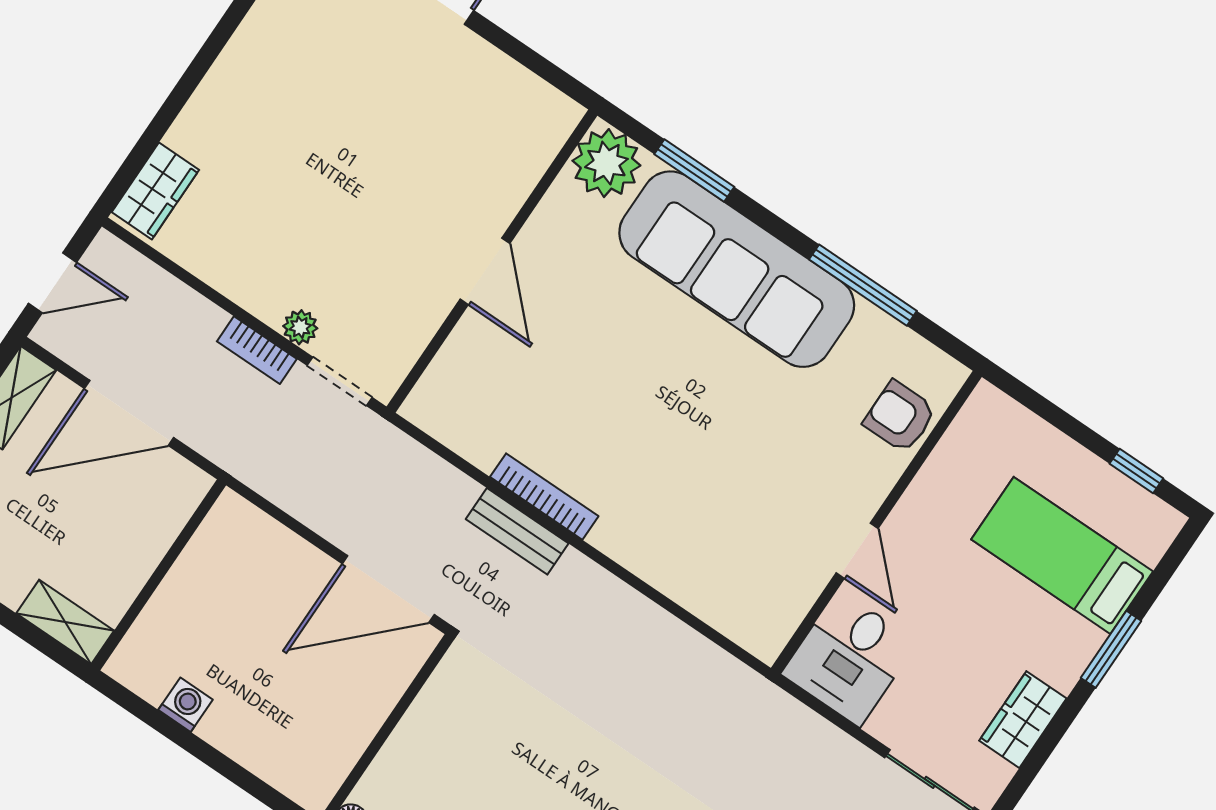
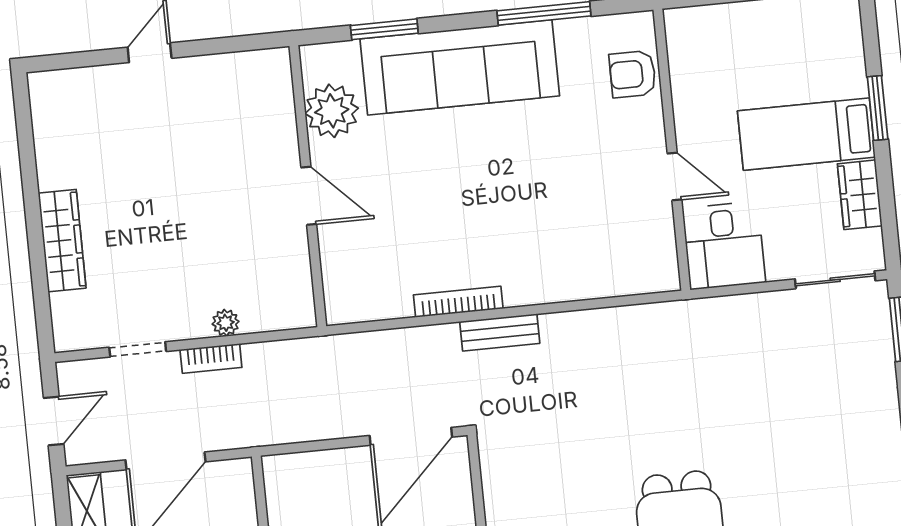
plant: (606, 163) -> (332, 111), moved
wardrobe: (155, 191) -> (62, 241), moved, width x1.50
doorway: (340, 381) -> (138, 349), moved
bench: (517, 531) -> (500, 332), moved
bed: (1062, 555) -> (806, 134), moved

